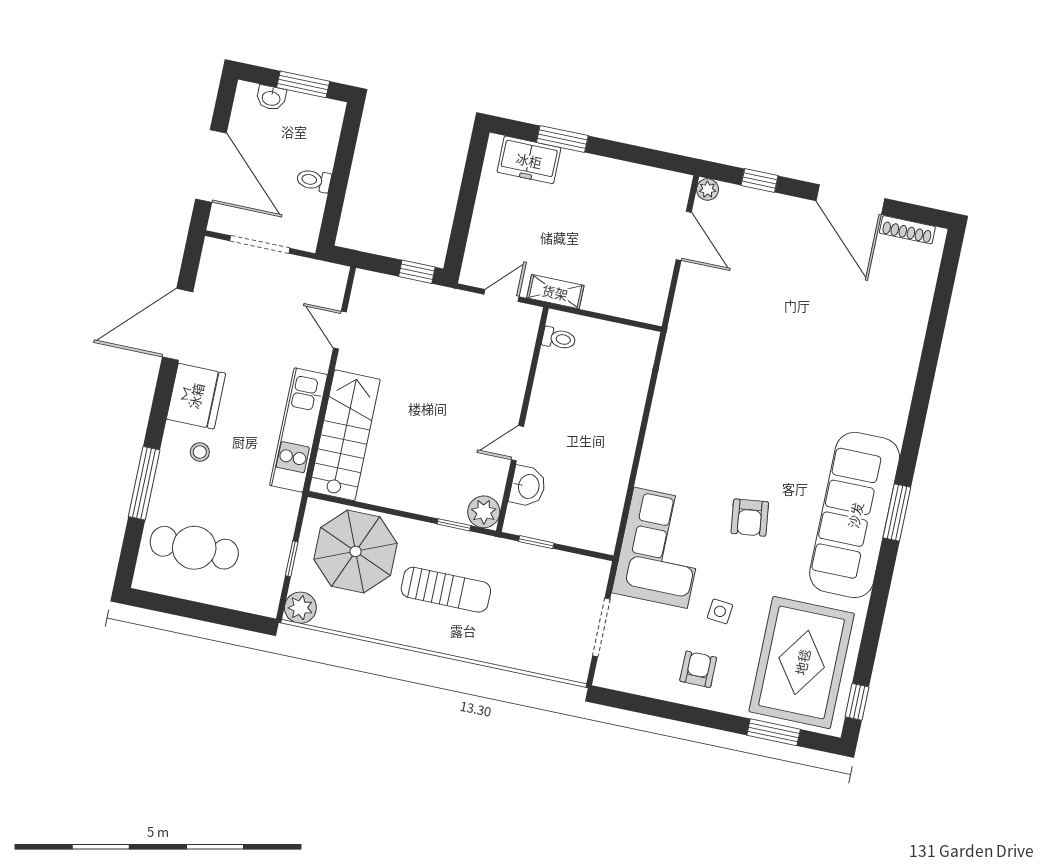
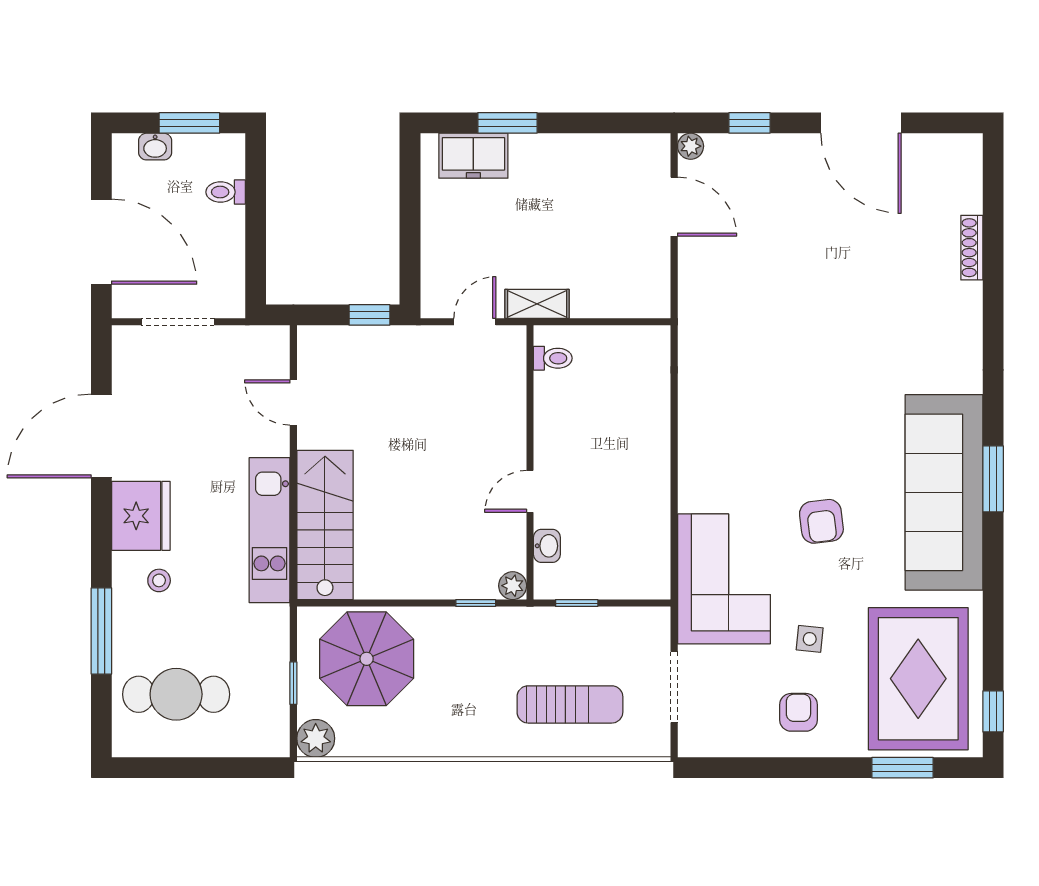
toilet: (314, 180) -> (226, 192), moved
shoe rack: (907, 230) -> (972, 248), moved, turned 90
washbasin: (528, 486) -> (547, 546), width x0.72, depth x0.69
plant: (484, 512) -> (513, 586), width x0.73, depth x0.73
sun lounger: (446, 590) -> (570, 704), moved

